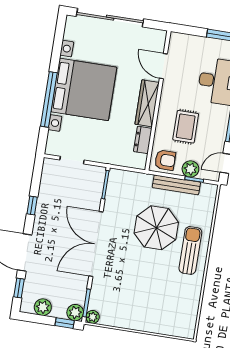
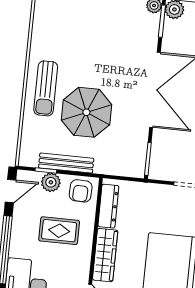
rug: (186, 127) -> (59, 231), turned 90
dresser: (143, 140) -> (108, 206), width x1.44
armchair: (165, 160) -> (81, 191), turned -88

